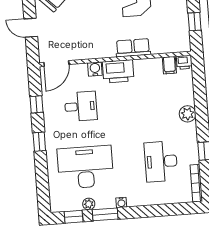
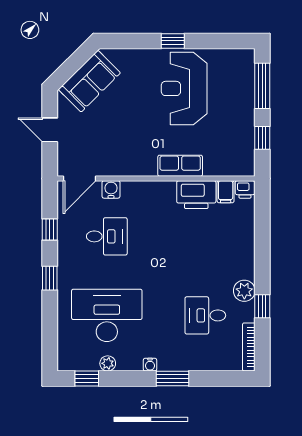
water cooler: (95, 69) -> (111, 189), moved
printer: (118, 71) -> (196, 195), moved
plant: (188, 114) -> (244, 291), moved
desk: (161, 161) -> (205, 315), width x0.73
window: (105, 214) -> (172, 379), moved

